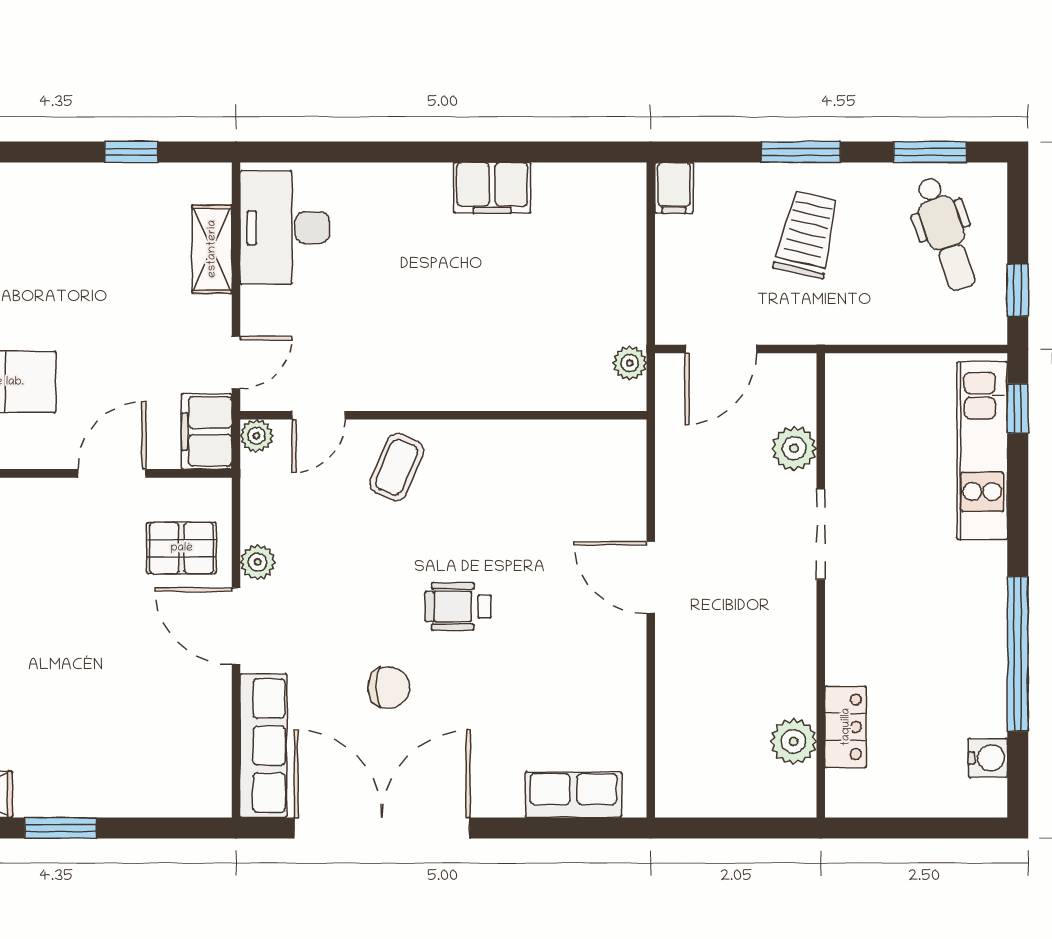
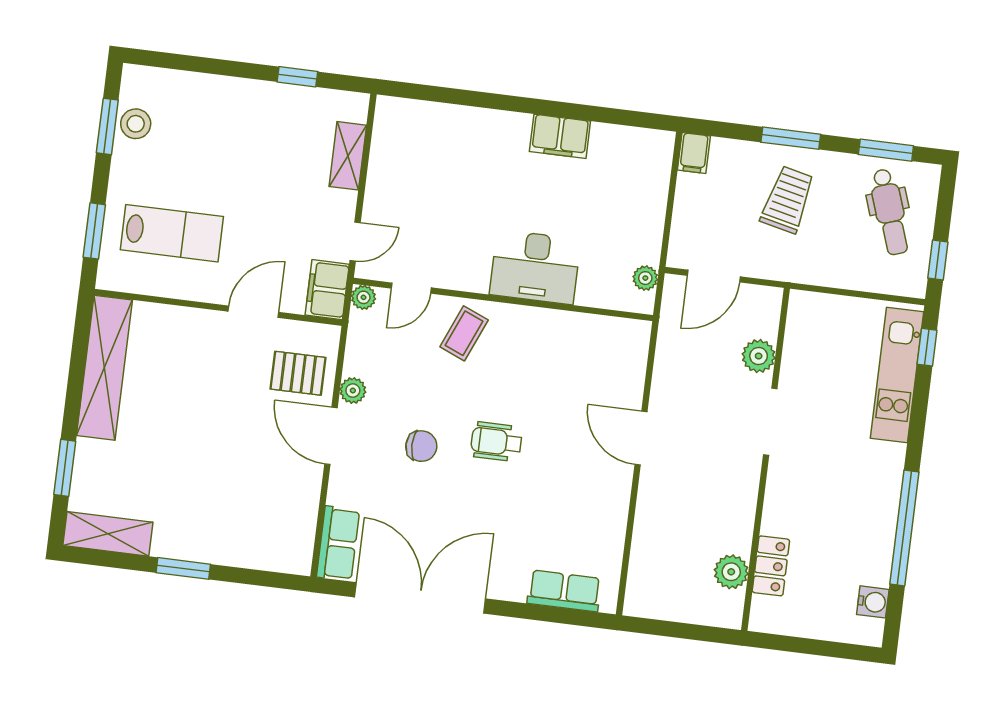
desk: (285, 228) -> (535, 267), moved, turned -90
chair: (389, 688) -> (421, 446), moved
row of seats: (263, 746) -> (338, 543), width x0.68

